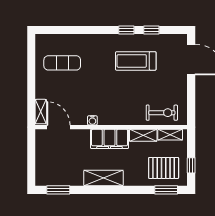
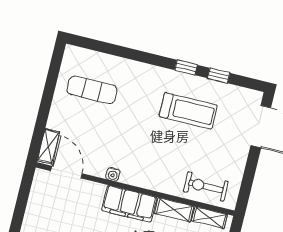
treadmill: (136, 61) -> (188, 111), turned 180
exercise bike: (162, 113) -> (206, 186), turned 180

